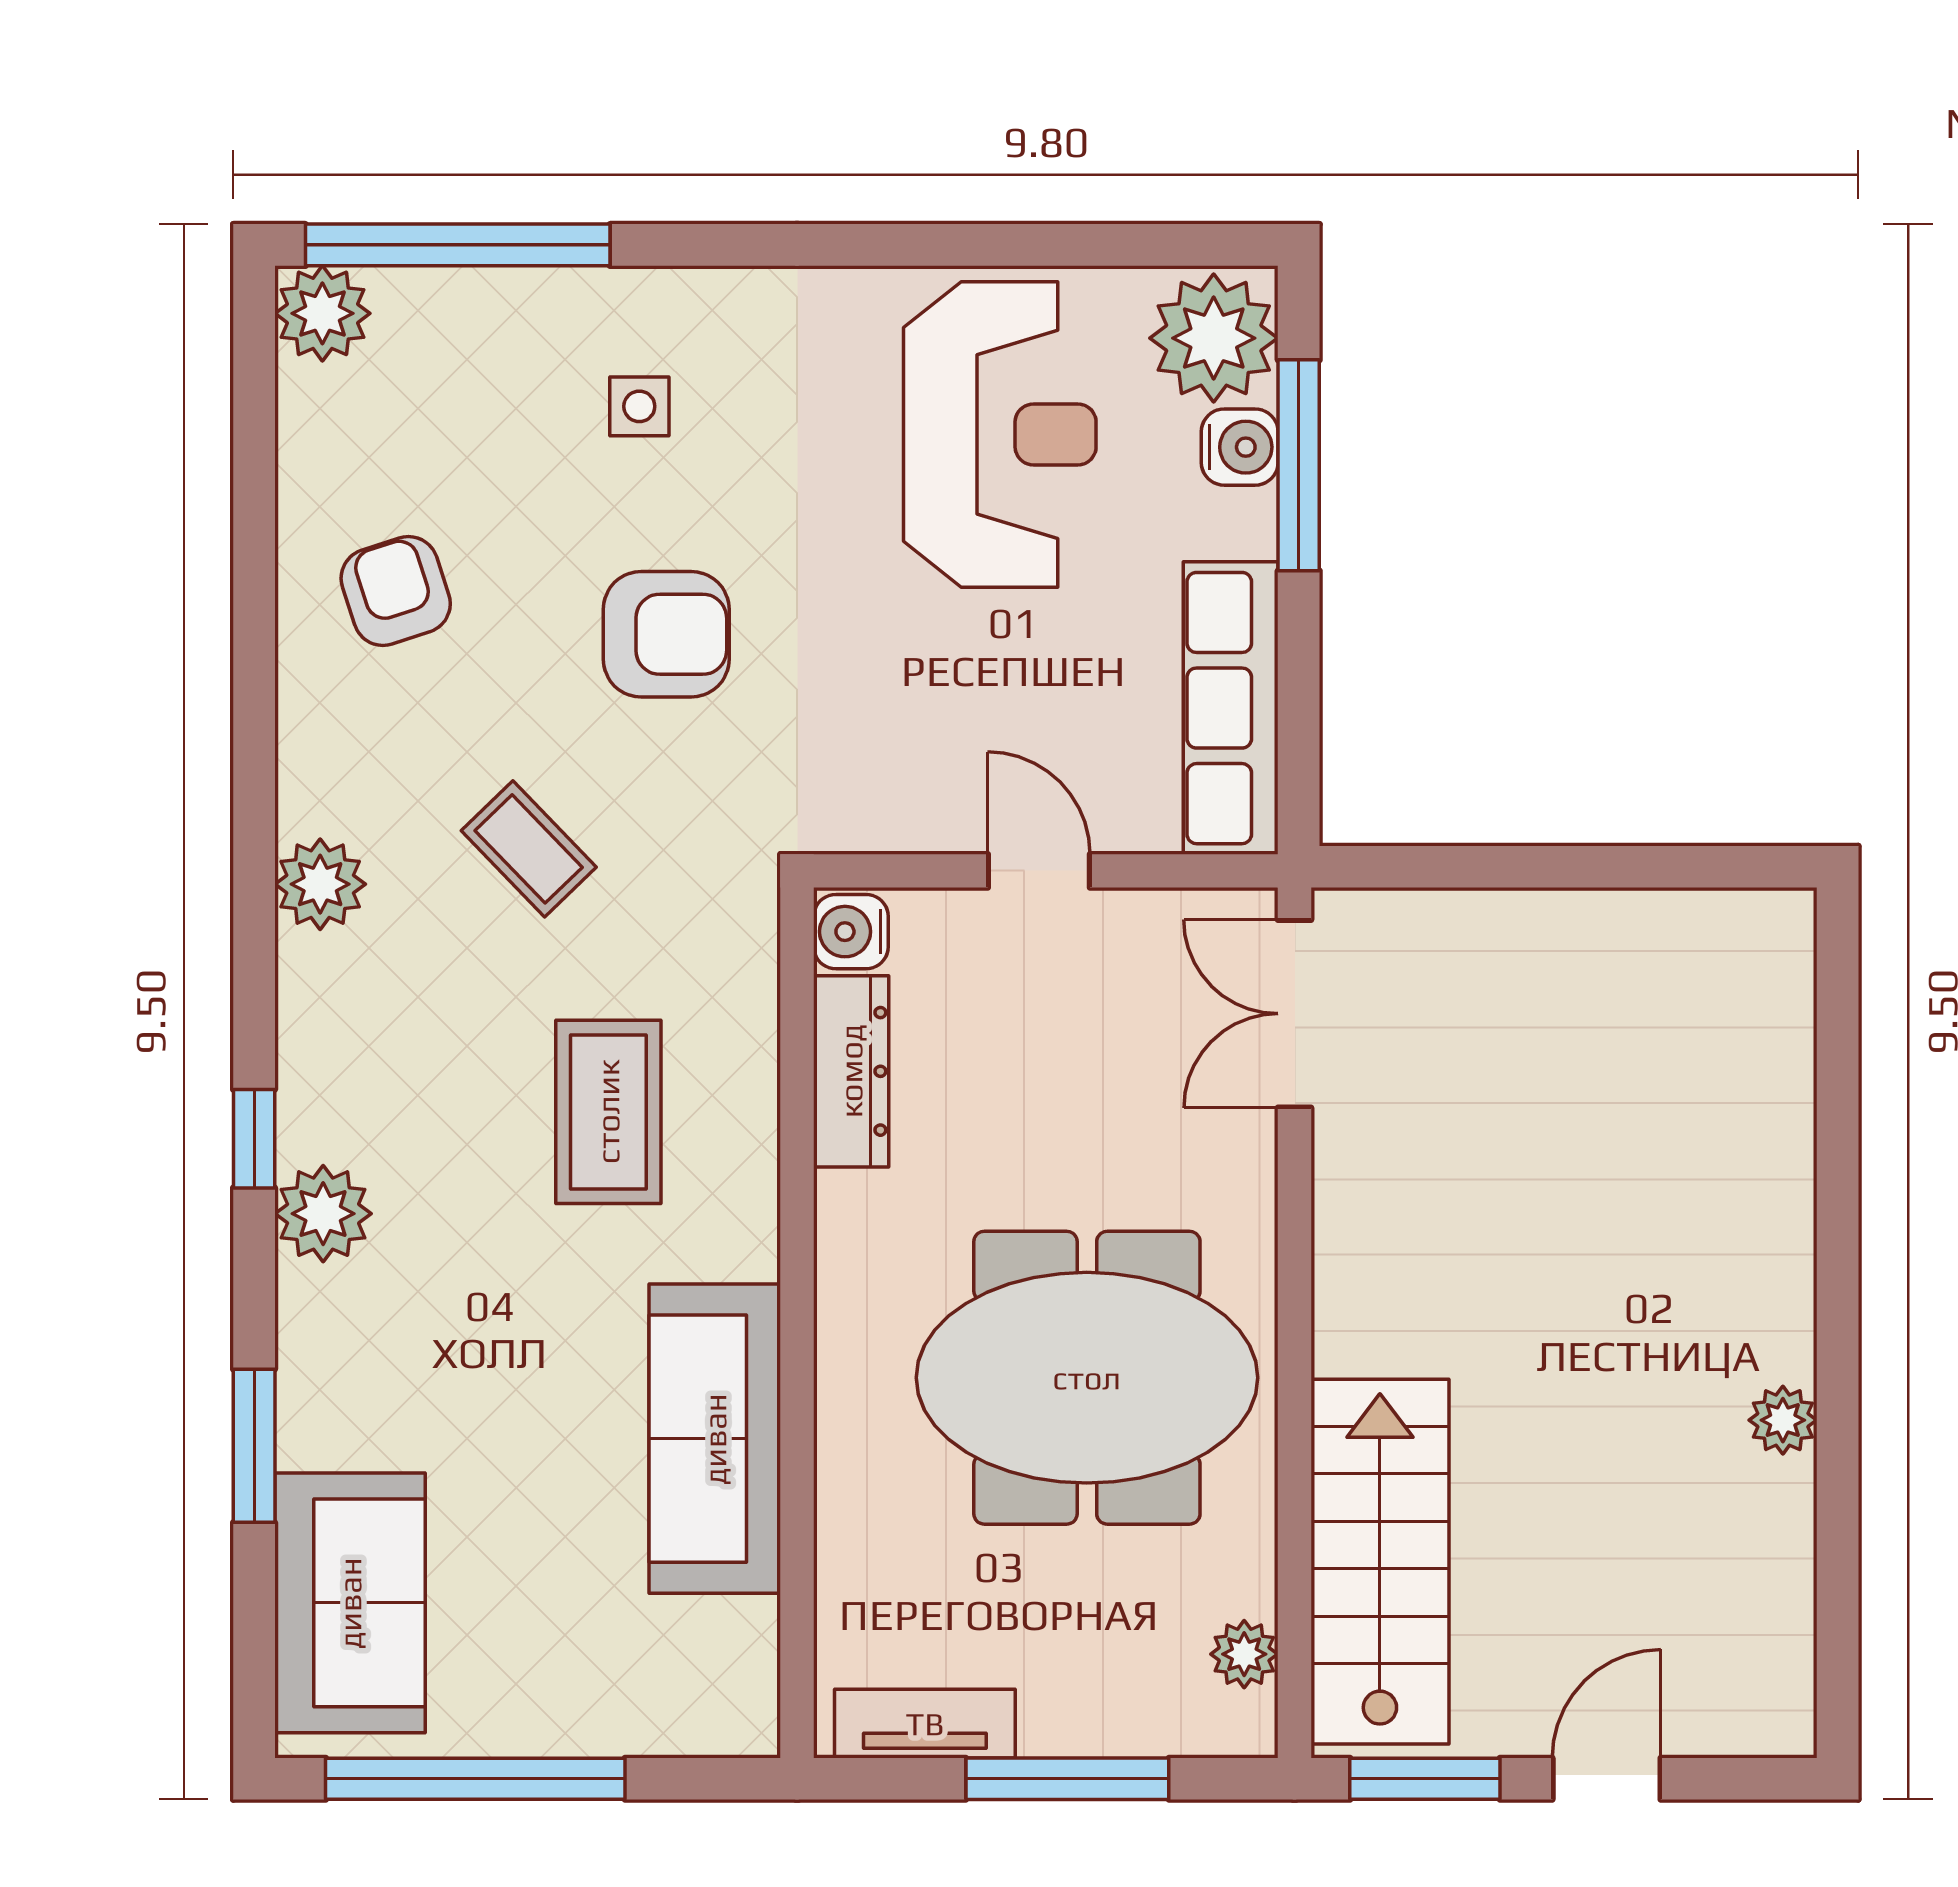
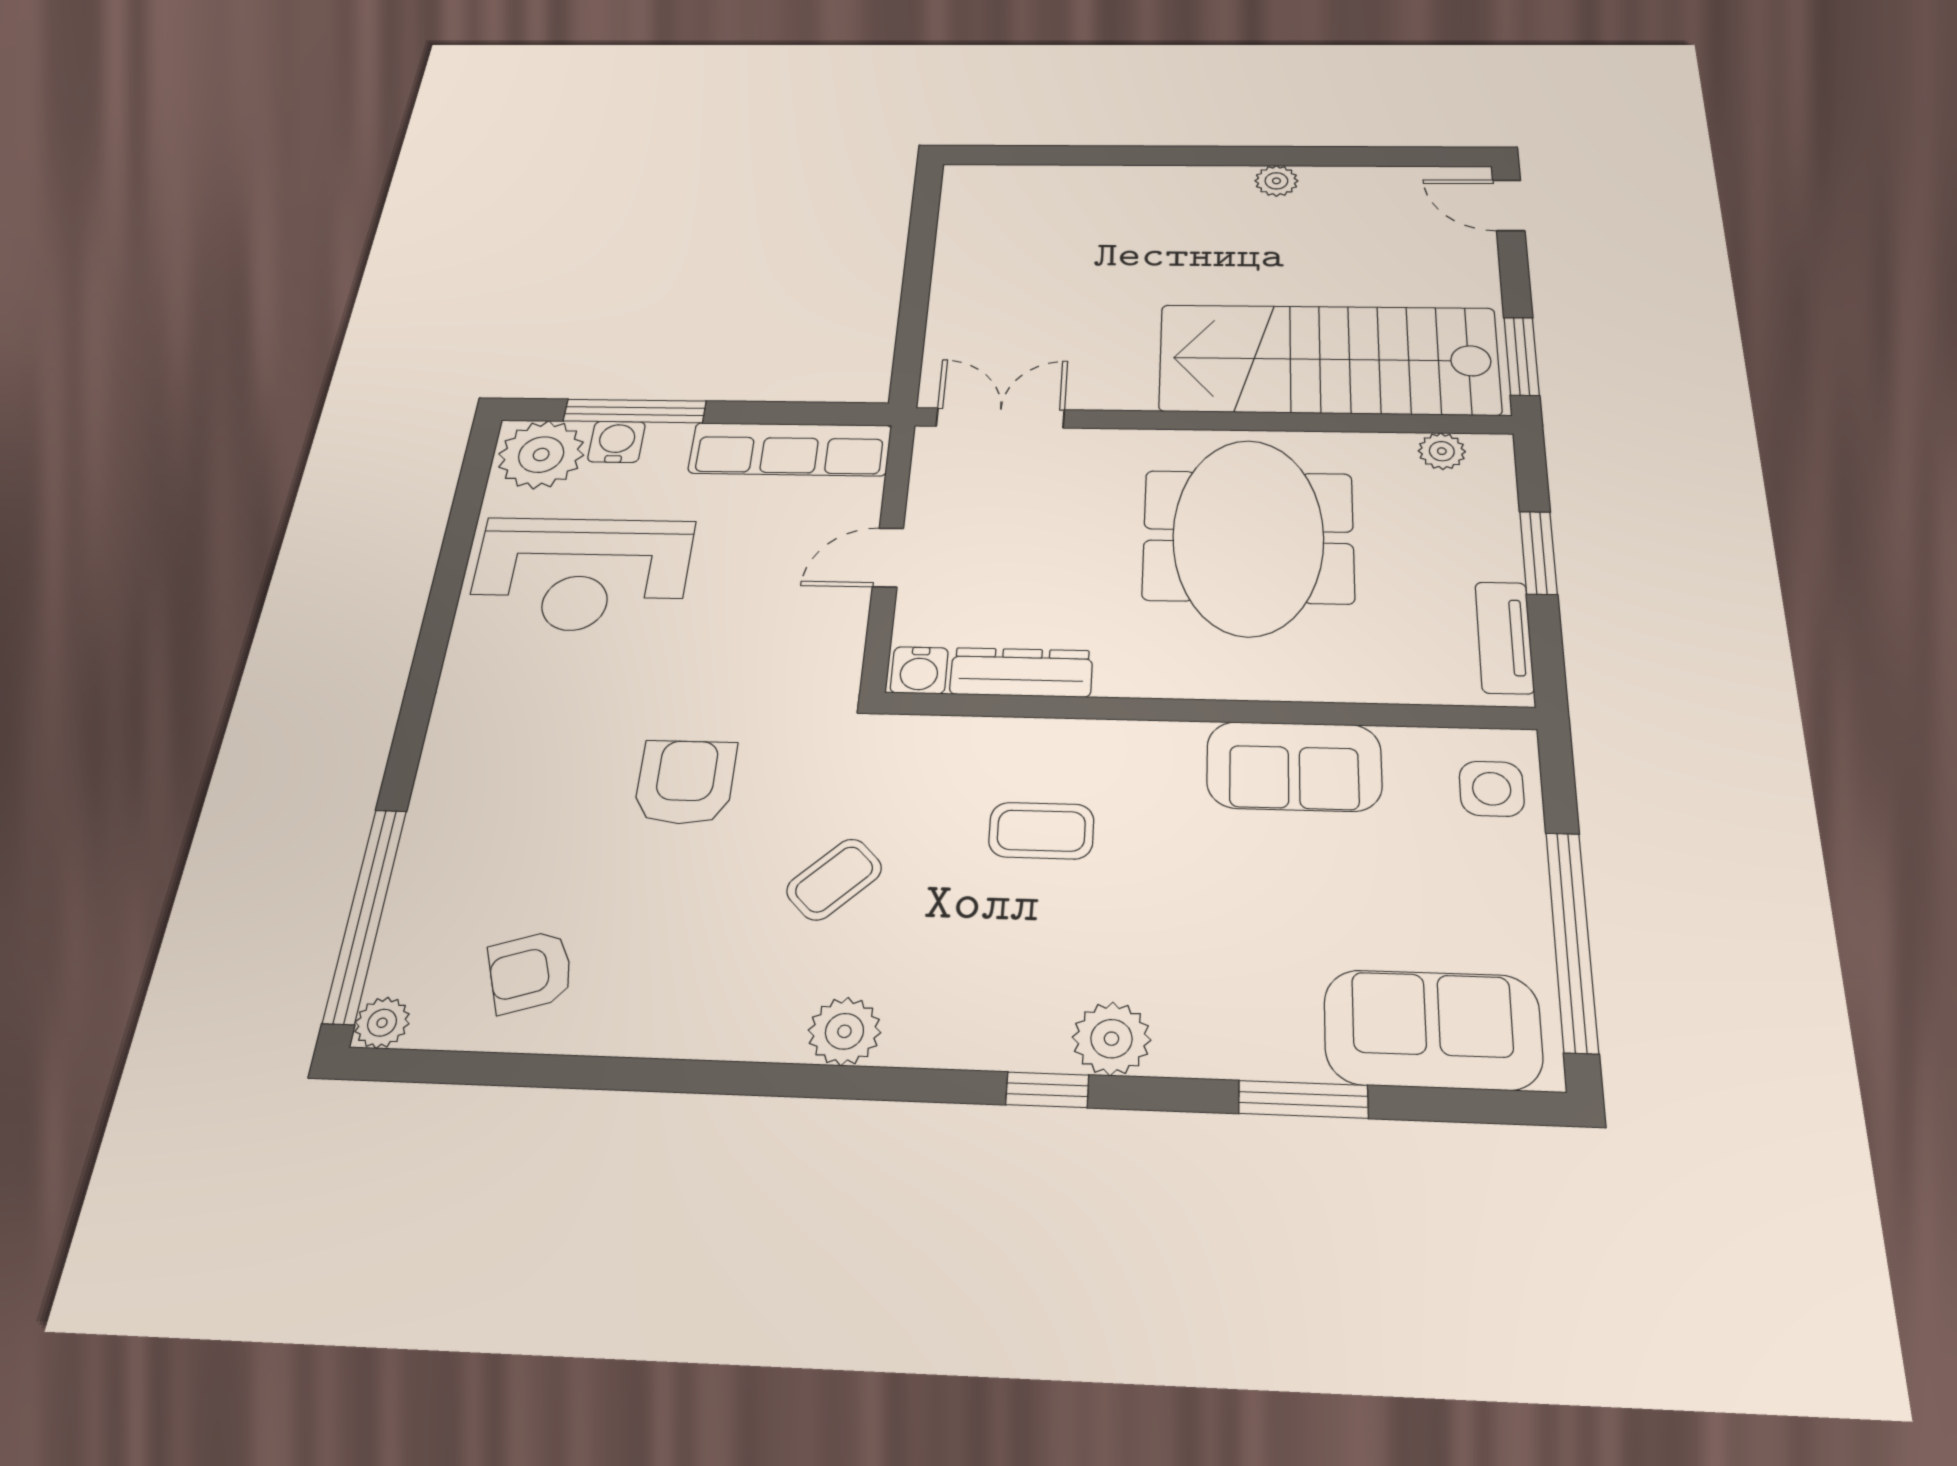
plant: (322, 313) -> (382, 1023), width x0.73, depth x0.73
side table: (639, 406) -> (1492, 789), moved, width x1.37, depth x1.37
reception desk: (1000, 434) -> (581, 574), turned 180
armchair: (396, 591) -> (530, 971), moved
double door: (1295, 1014) -> (1000, 418), swing flipped
coffee table: (608, 1112) -> (1041, 831), width x0.73, depth x0.77
sofa: (715, 1439) -> (1294, 766), width x0.73
stairs: (1380, 1562) -> (1328, 359), width x1.36, depth x1.51
window: (1067, 1779) -> (1538, 553), width x0.69
door: (1607, 1779) -> (1509, 205), moved

